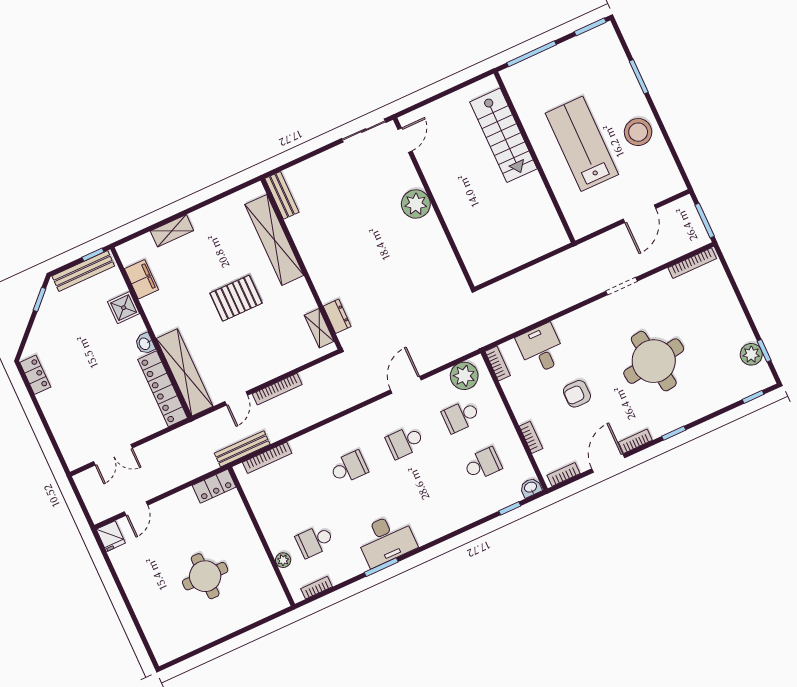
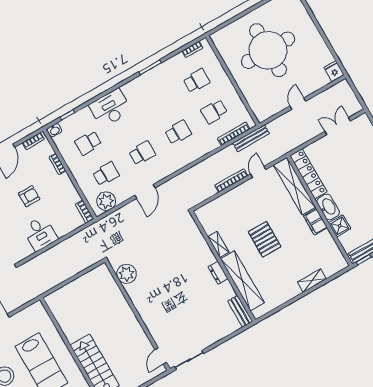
plant: (416, 204) -> (127, 274), moved
filing cabinet: (141, 279) -> (315, 222), moved
pallet: (236, 298) -> (265, 239), turned 90
dresser: (337, 316) -> (218, 273), moved
shelving: (319, 328) -> (218, 244), moved
washbasin: (145, 344) -> (328, 207), width x1.91, depth x1.45
desk: (541, 349) -> (40, 233), moved
school desk: (349, 468) -> (178, 132), turned 180
locker: (214, 486) -> (268, 111), removed
school desk: (293, 493) -> (214, 112), added
door: (136, 508) -> (298, 104), moved
desk: (386, 540) -> (110, 108), moved
plant: (283, 560) -> (217, 66), removed
round table: (205, 576) -> (268, 50), width x1.86, depth x1.86

